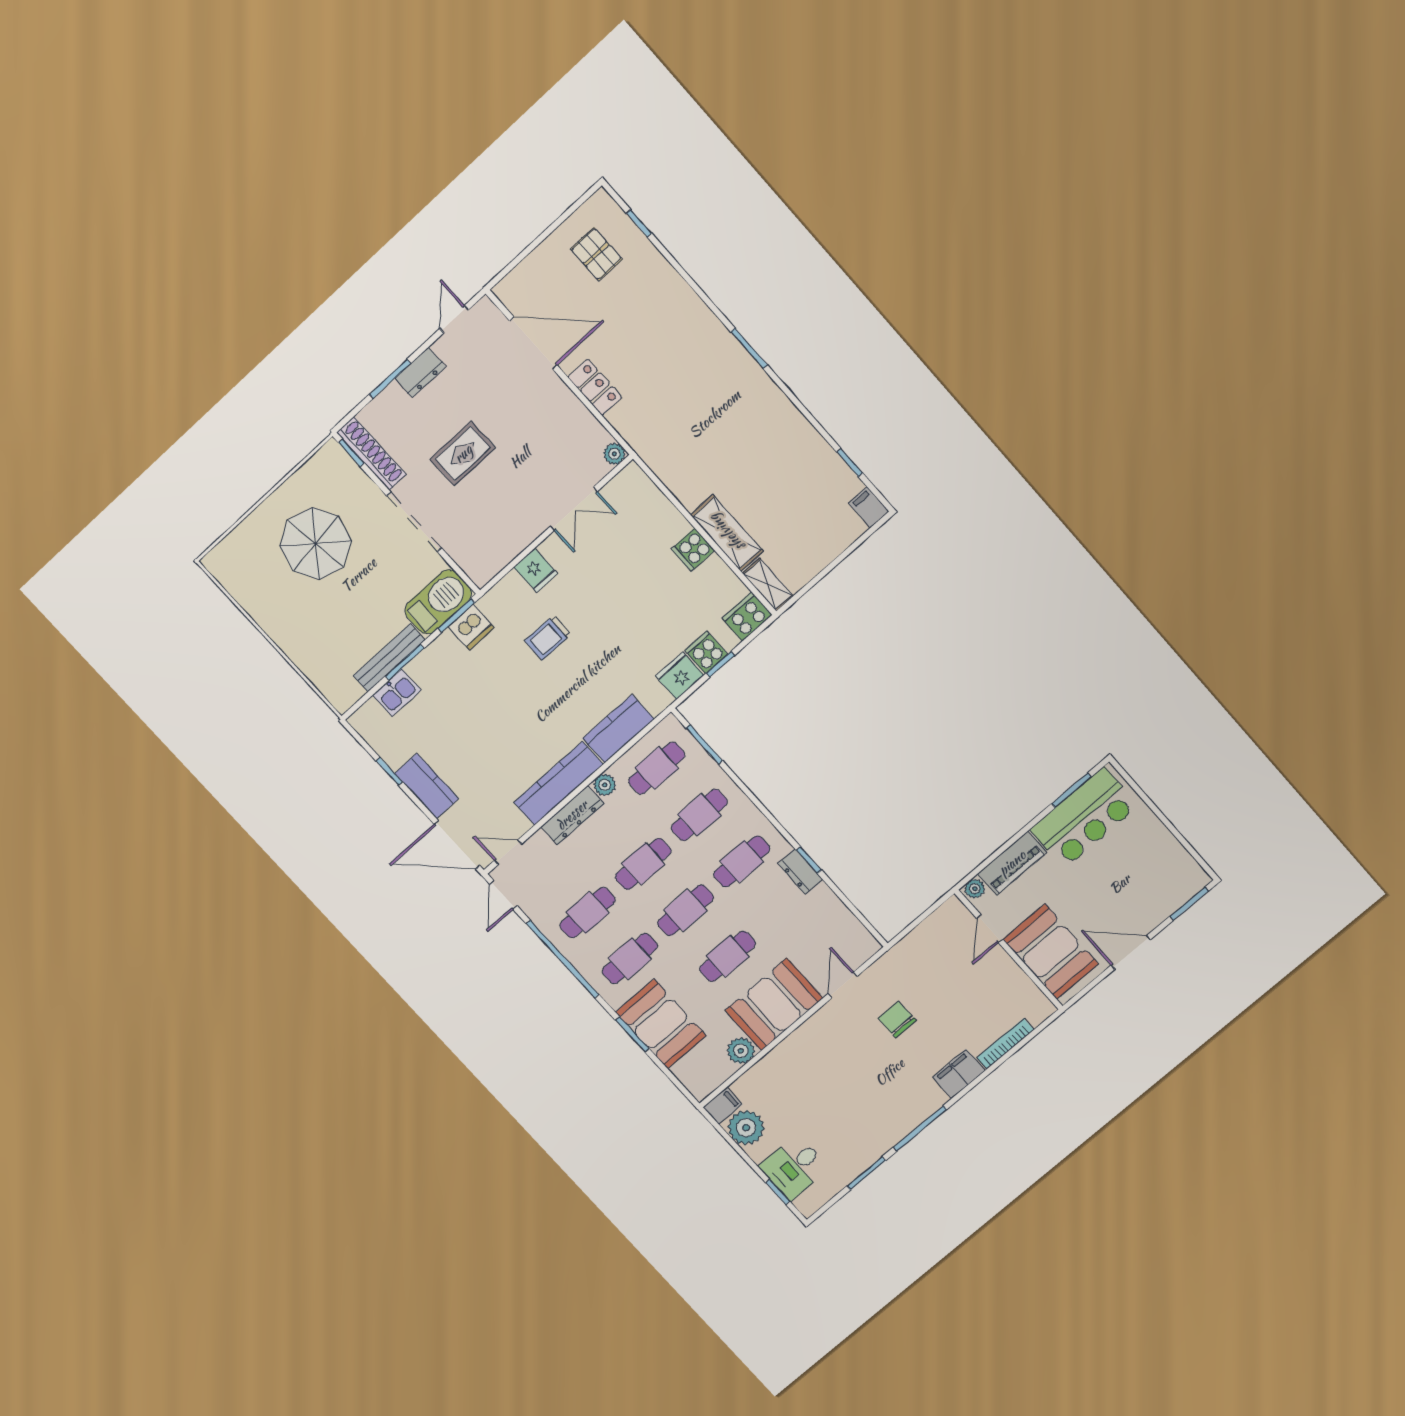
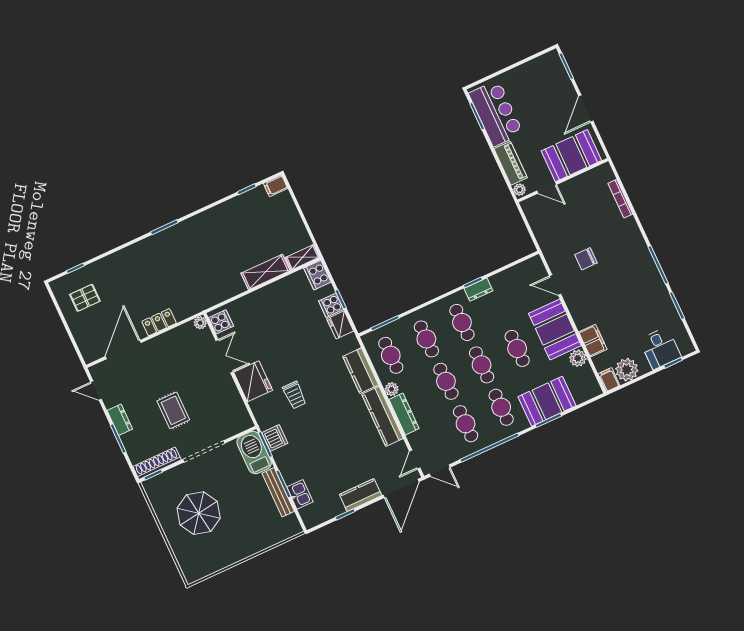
cooker: (693, 550) -> (221, 322), moved, turned -90
fridge: (536, 570) -> (253, 381), width x1.88, depth x1.34
filing cabinet: (959, 1074) -> (593, 341), moved, turned 180

